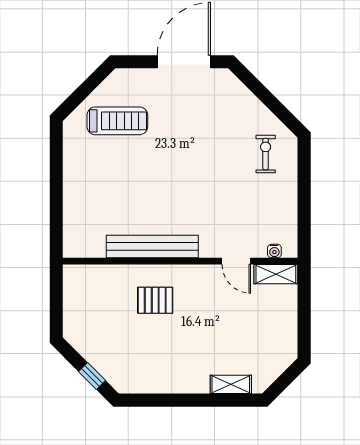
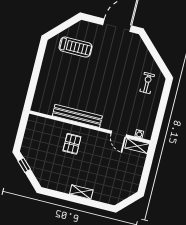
pallet: (155, 300) -> (72, 144), turned 90
window: (92, 376) -> (24, 165), moved
shelving: (231, 384) -> (81, 192), moved

